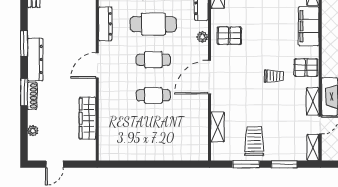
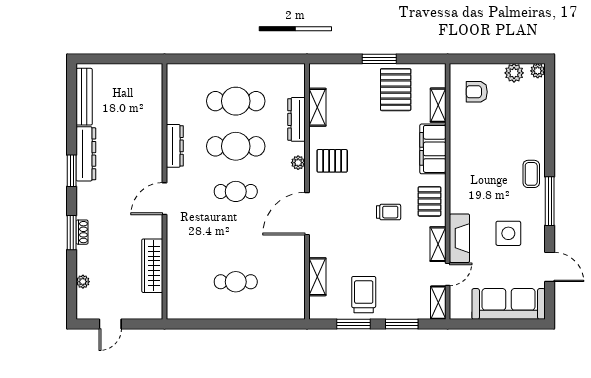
dresser: (35, 60) -> (86, 154), moved
pallet: (306, 68) -> (429, 201), turned 90
cafe table: (153, 95) -> (236, 282), moved
shoe rack: (32, 96) -> (82, 232), width x0.70

